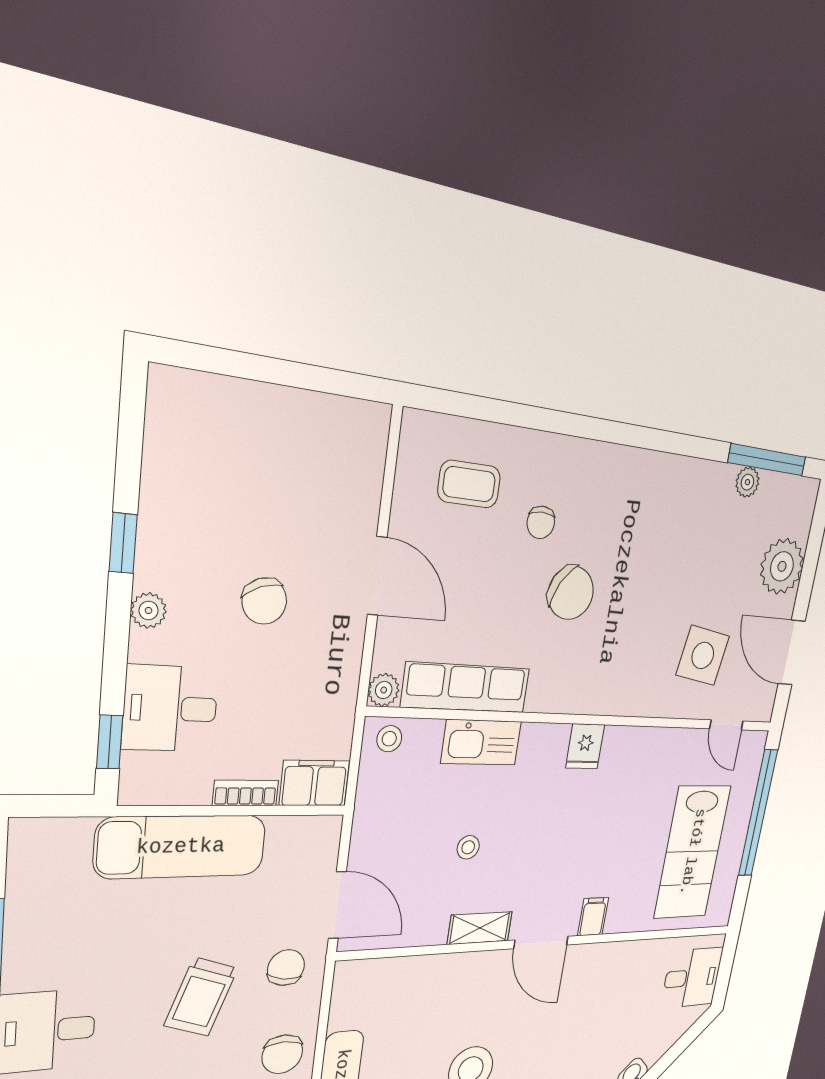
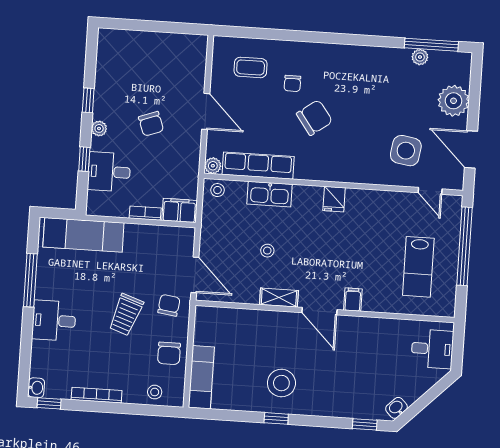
chair: (571, 593) -> (314, 118), turned -68
window: (110, 742) -> (84, 159), moved
exam couch: (181, 847) -> (83, 235), moved
lab bench: (692, 852) -> (418, 267), width x0.73, depth x0.72

